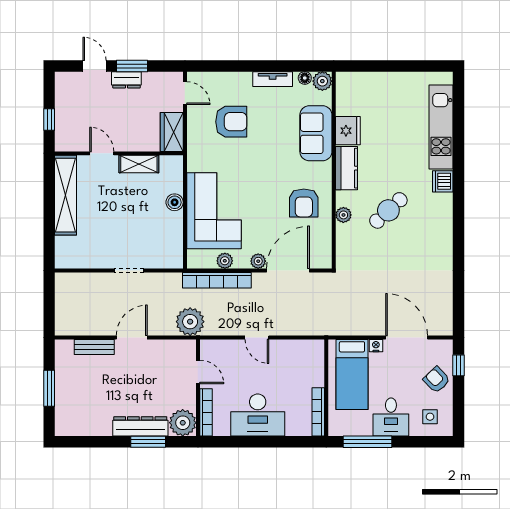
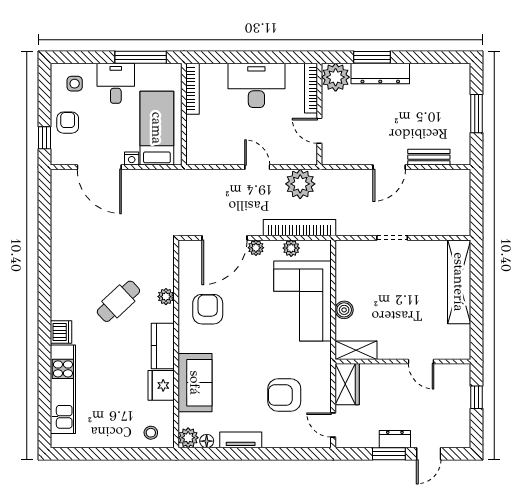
door: (95, 66) -> (429, 454), hinge flipped
stool: (358, 86) -> (151, 433), added
shelving: (139, 164) -> (356, 350), moved
shelving: (66, 195) -> (459, 282), moved
plant: (190, 322) -> (300, 184), moved
armchair: (437, 380) -> (68, 123), turned -136

